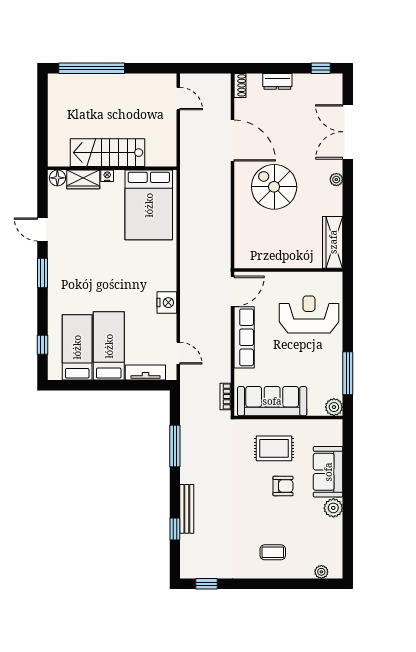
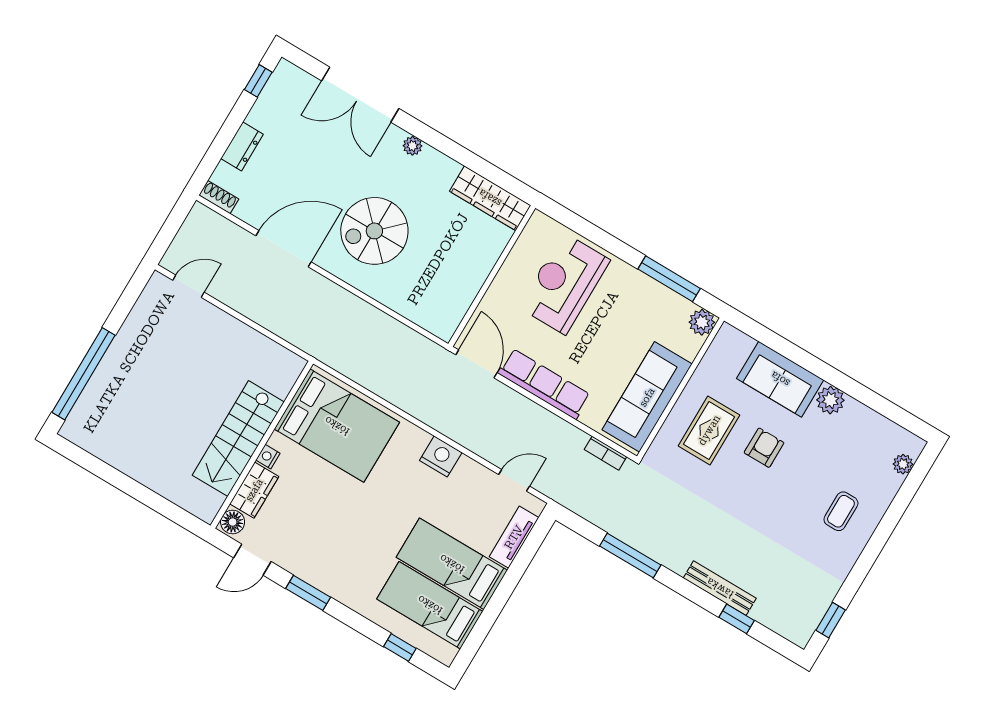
stairs: (107, 153) -> (238, 439), moved
wall: (112, 168) -> (262, 445), moved
nightstand: (107, 176) -> (268, 457), moved
floor lamp: (57, 178) -> (233, 522), moved
wardrobe: (83, 179) -> (254, 490), moved
bed: (149, 205) -> (337, 426), moved

